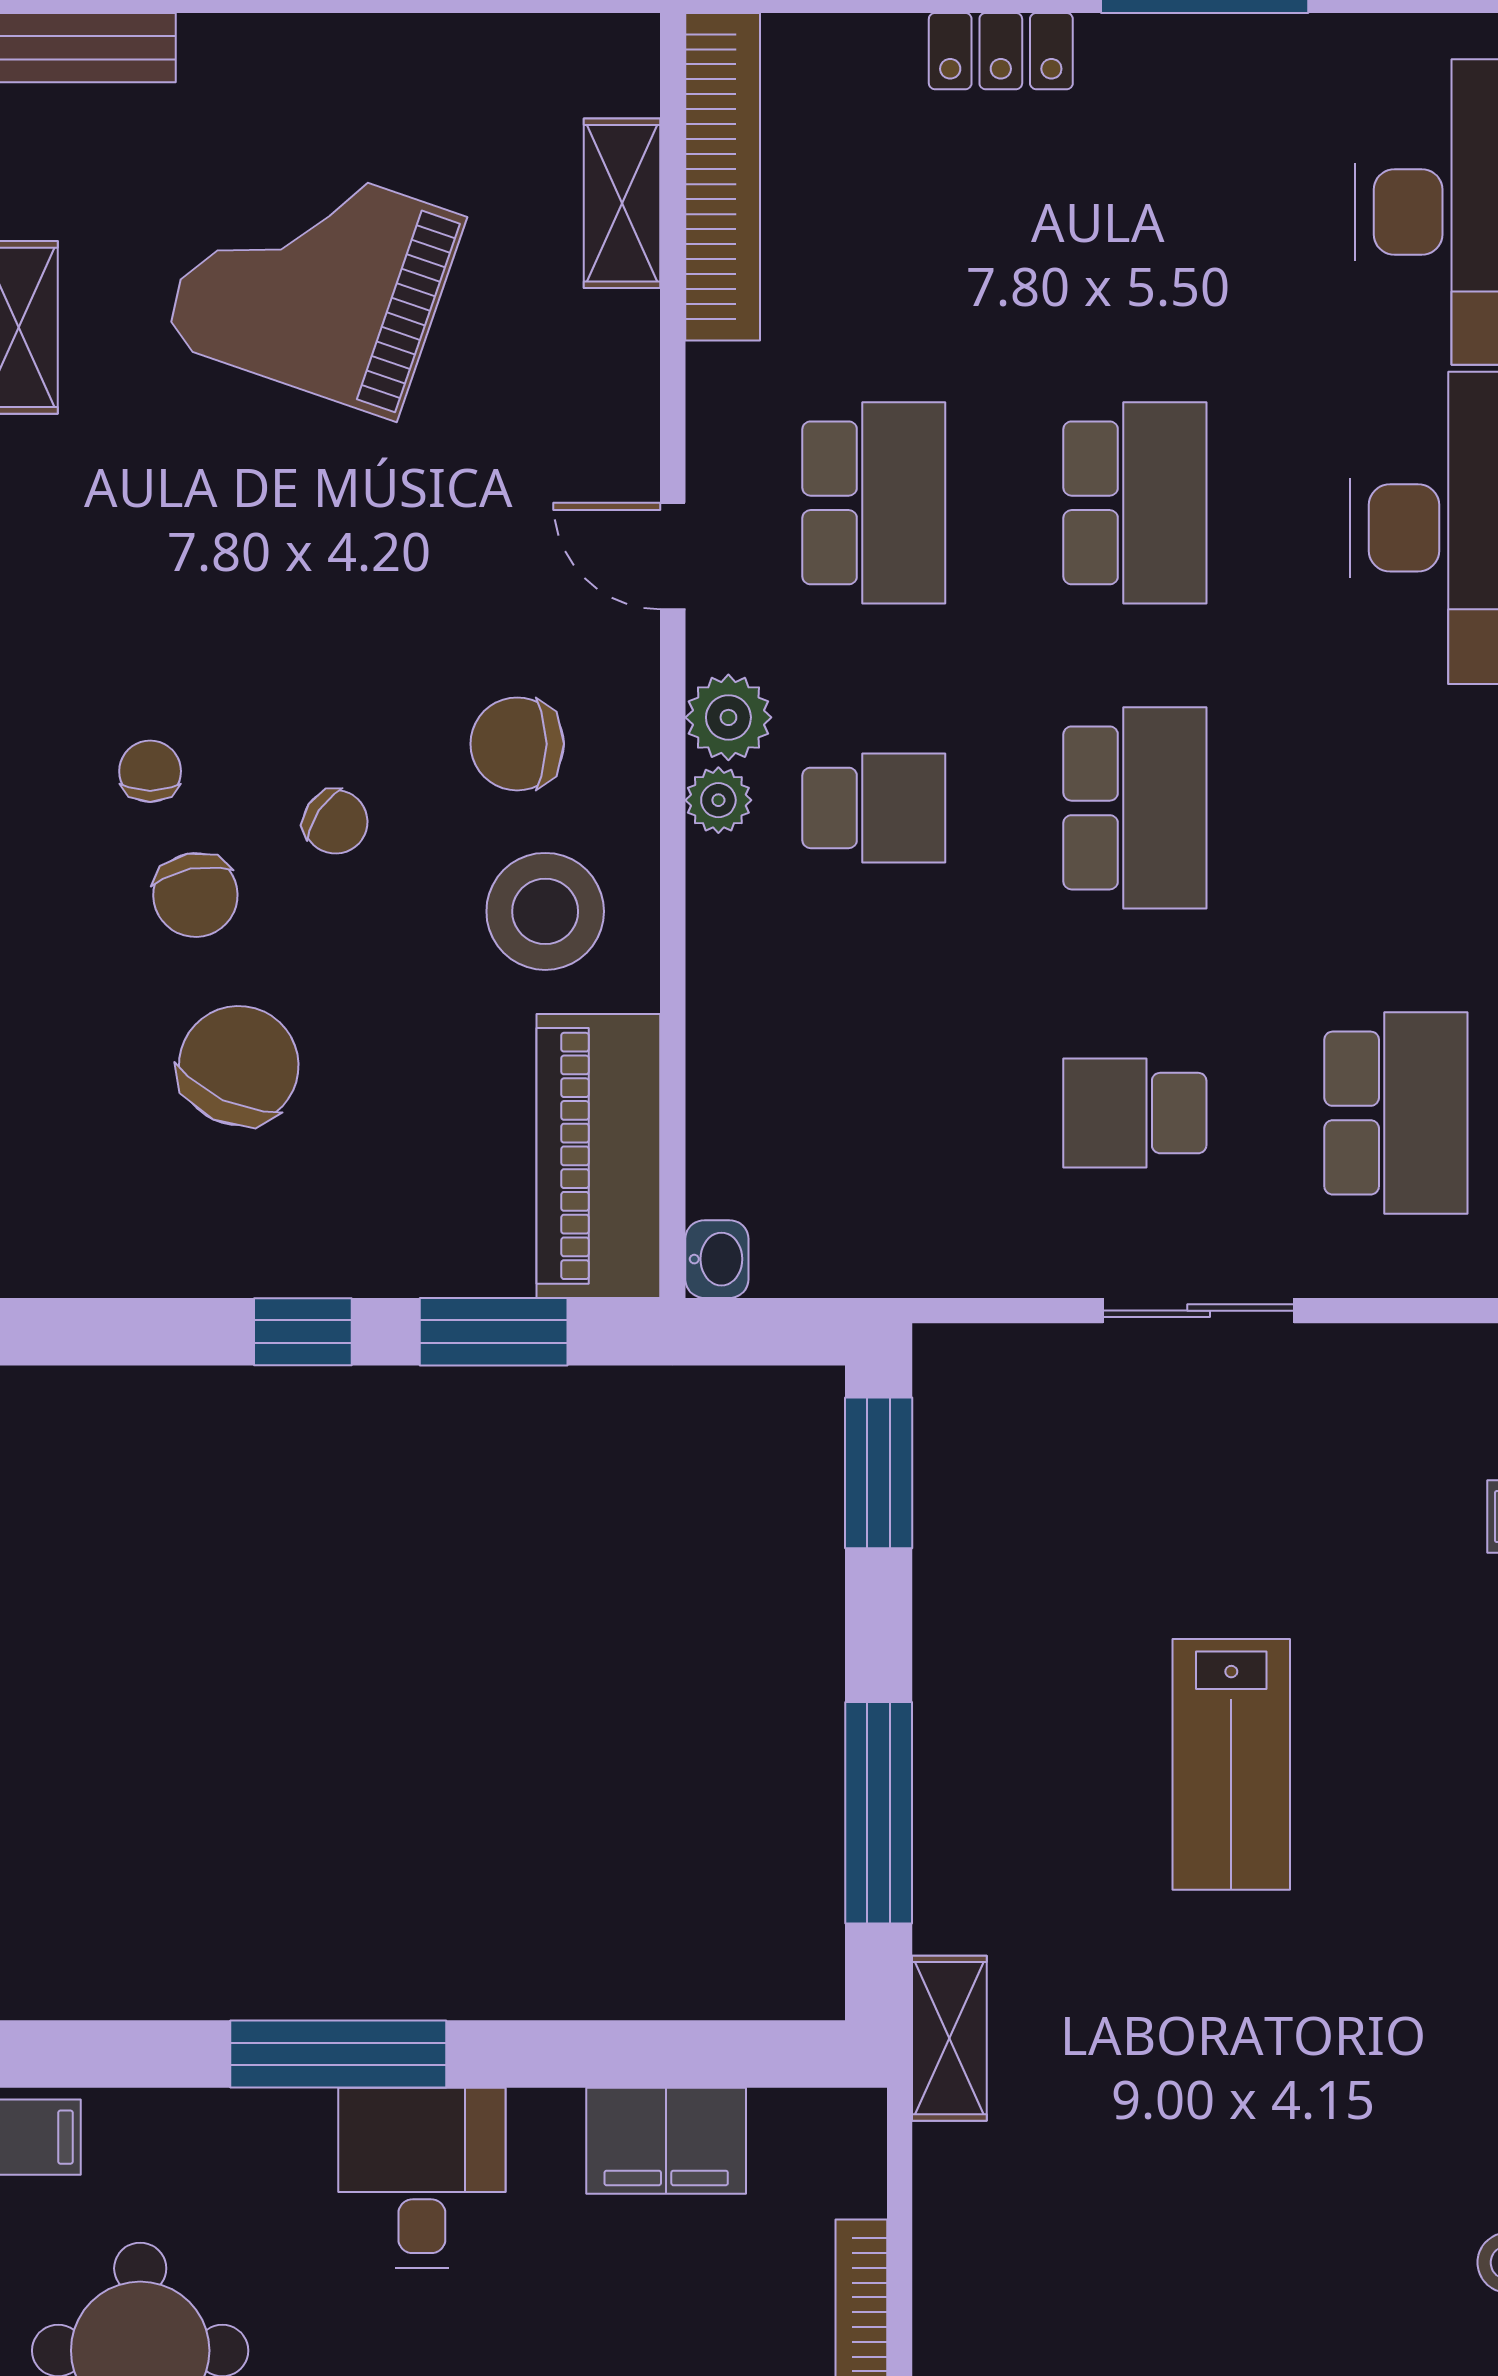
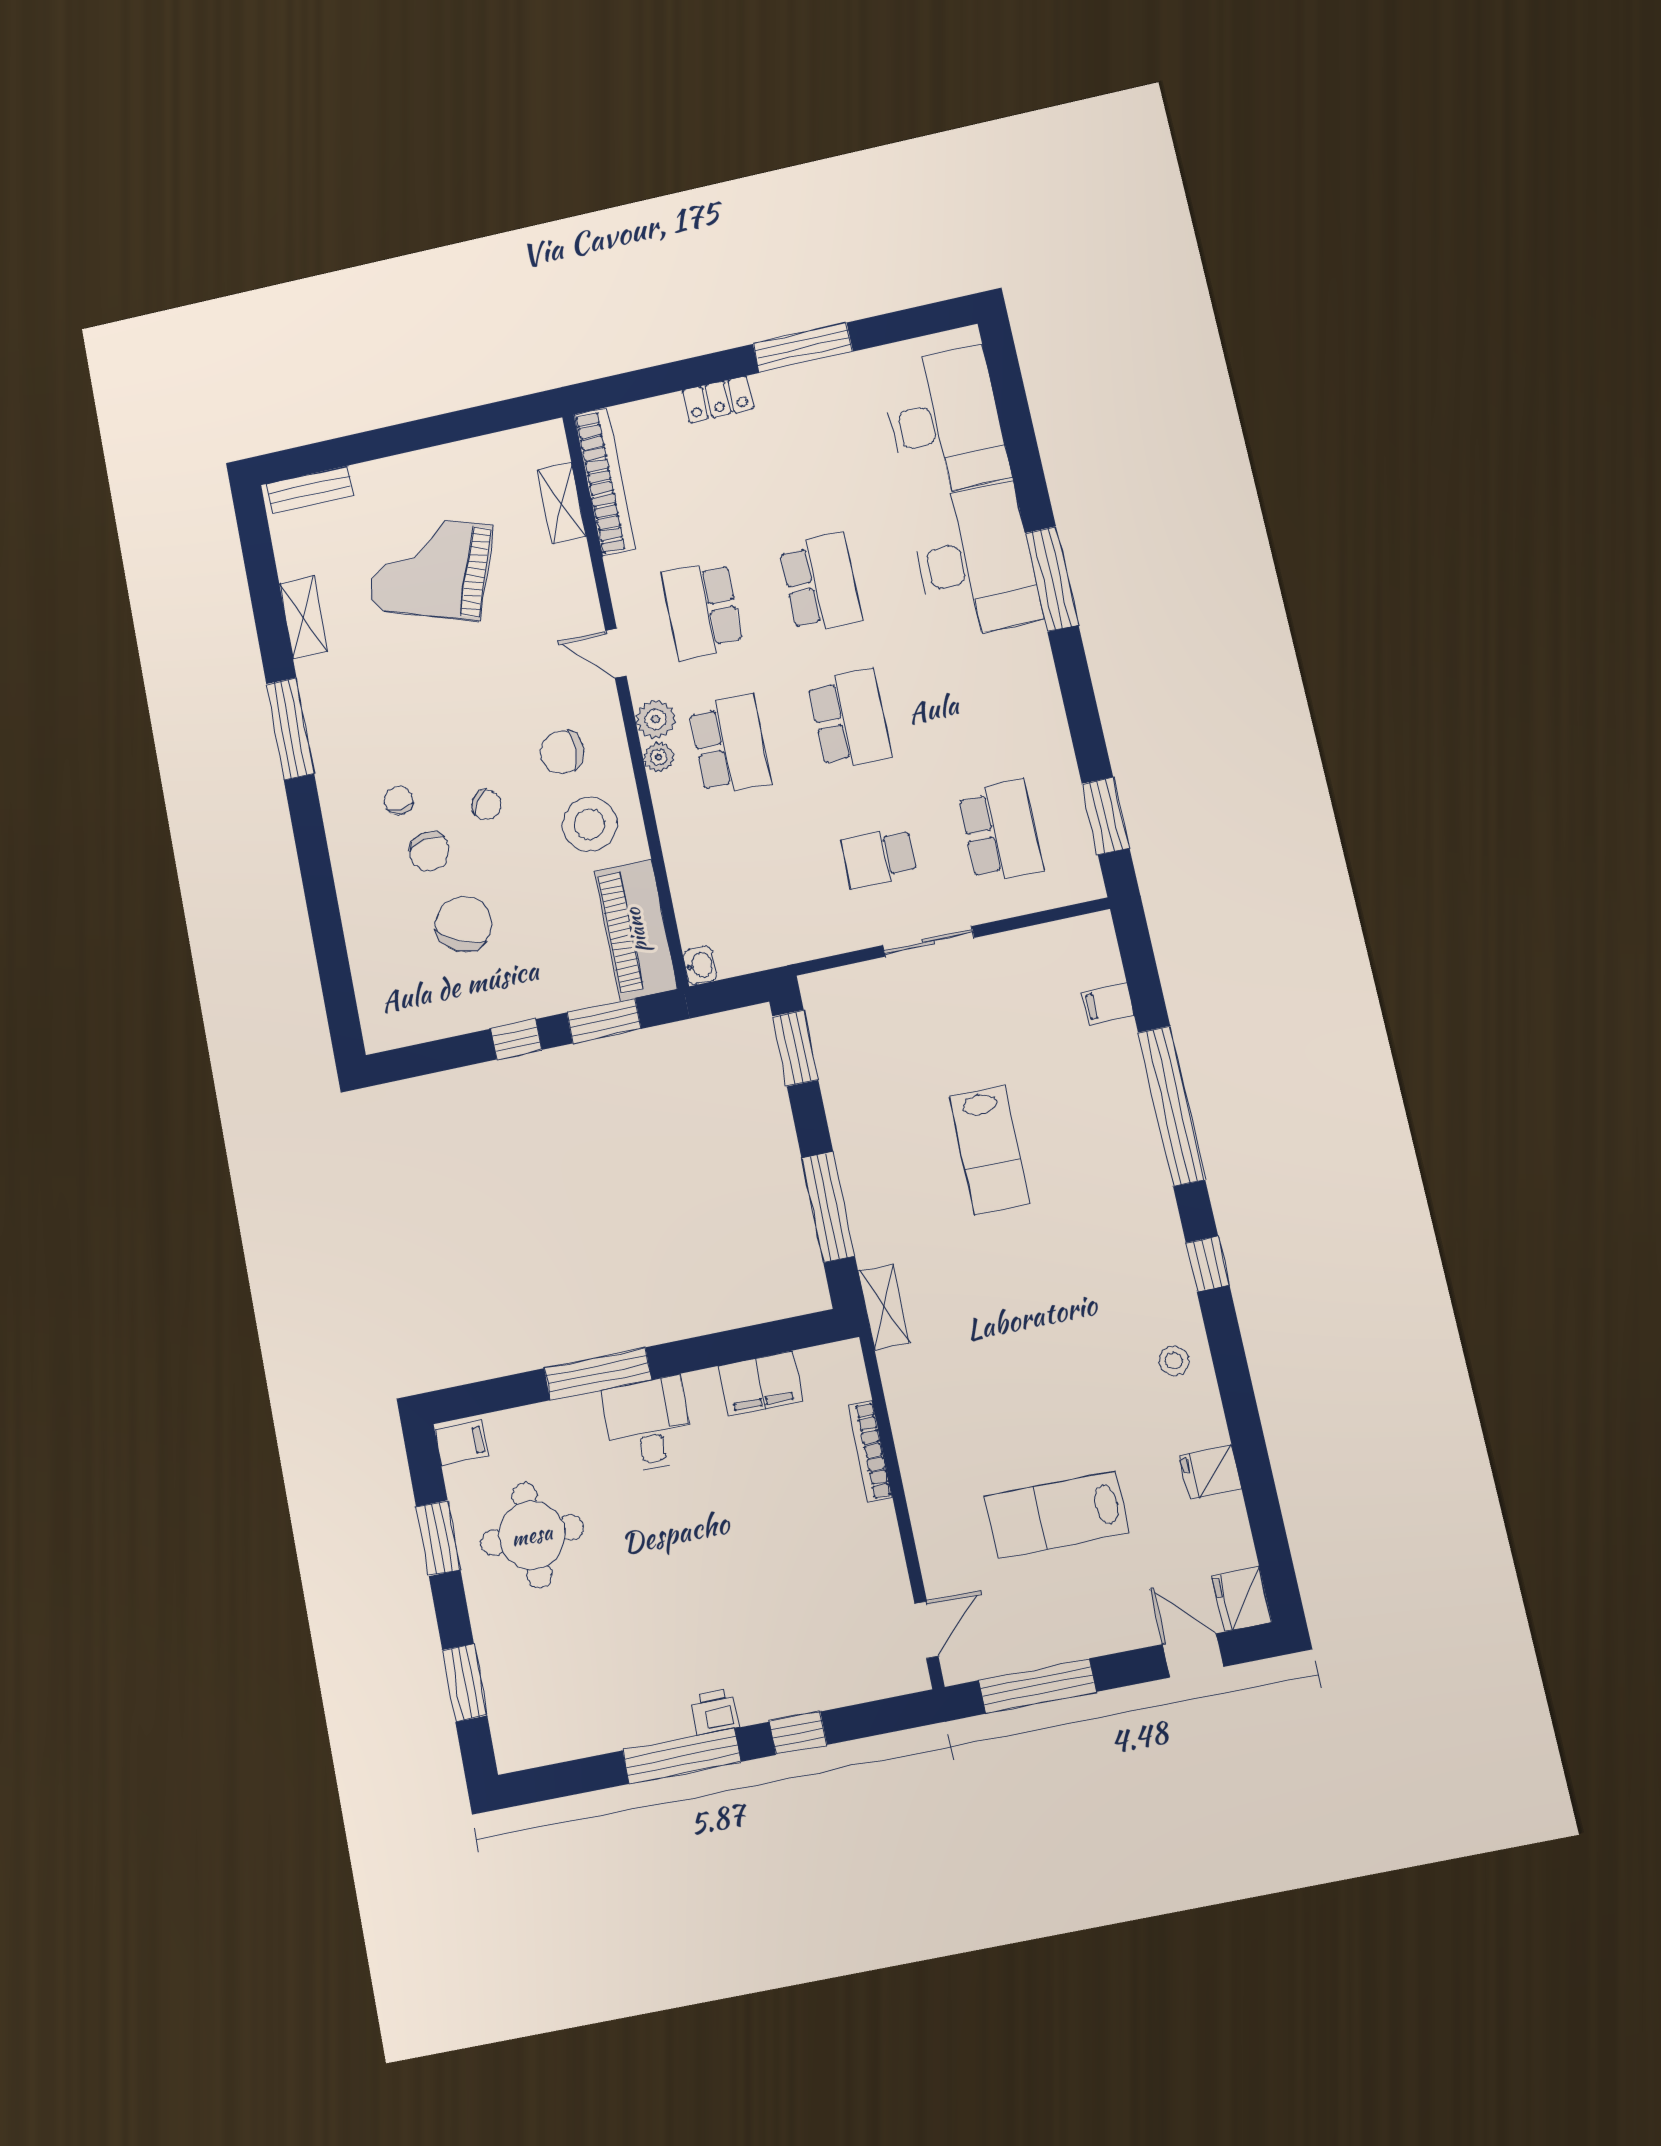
school desk: (874, 503) -> (702, 610), turned 180
school desk: (874, 808) -> (730, 745), width x1.85

